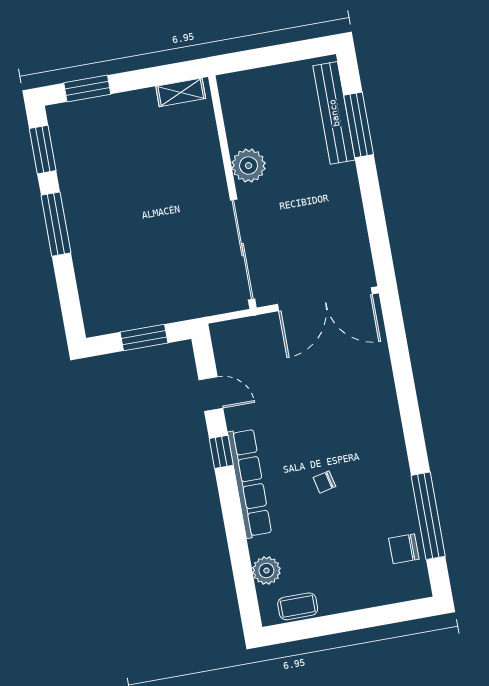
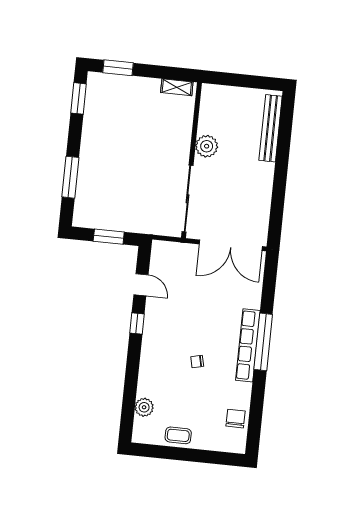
window: (359, 125) -> (284, 140), removed
window: (56, 224) -> (70, 177), moved
row of seats: (250, 483) -> (248, 345), moved, turned 180
window: (428, 516) -> (263, 342), moved
chair: (404, 549) -> (236, 419), turned 90
coffee table: (298, 606) -> (178, 435), moved

